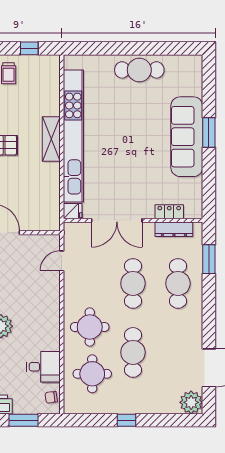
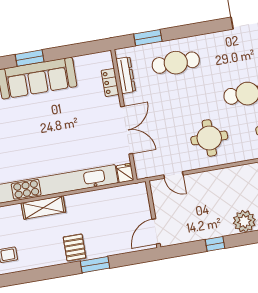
shelving: (51, 139) -> (43, 208), moved
cafe table: (133, 283) -> (183, 105), removed
round table: (90, 327) -> (209, 138), moved

